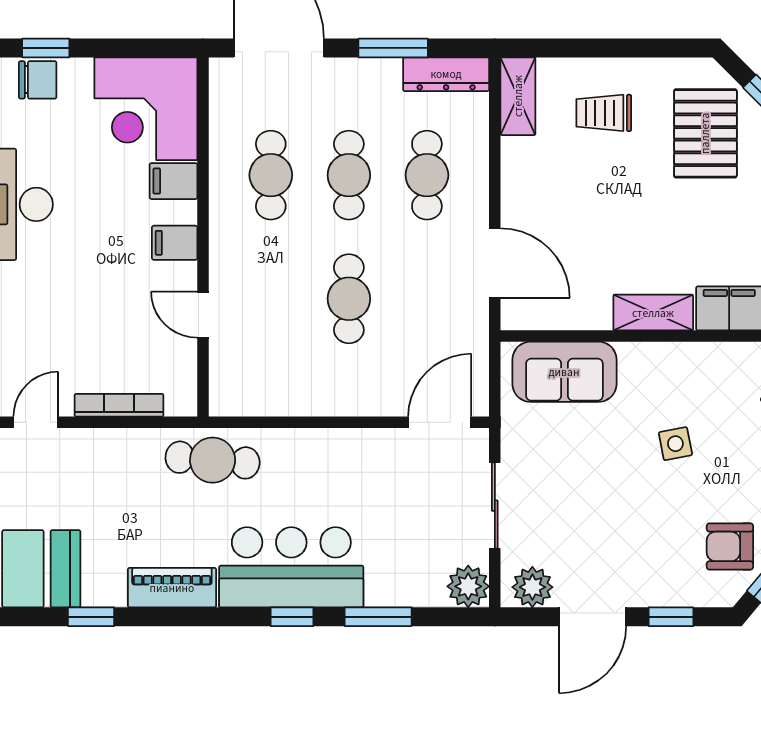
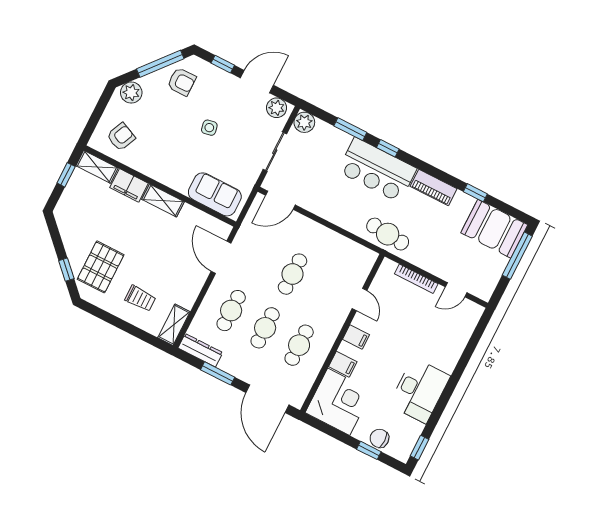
side table: (675, 444) -> (209, 128), moved

